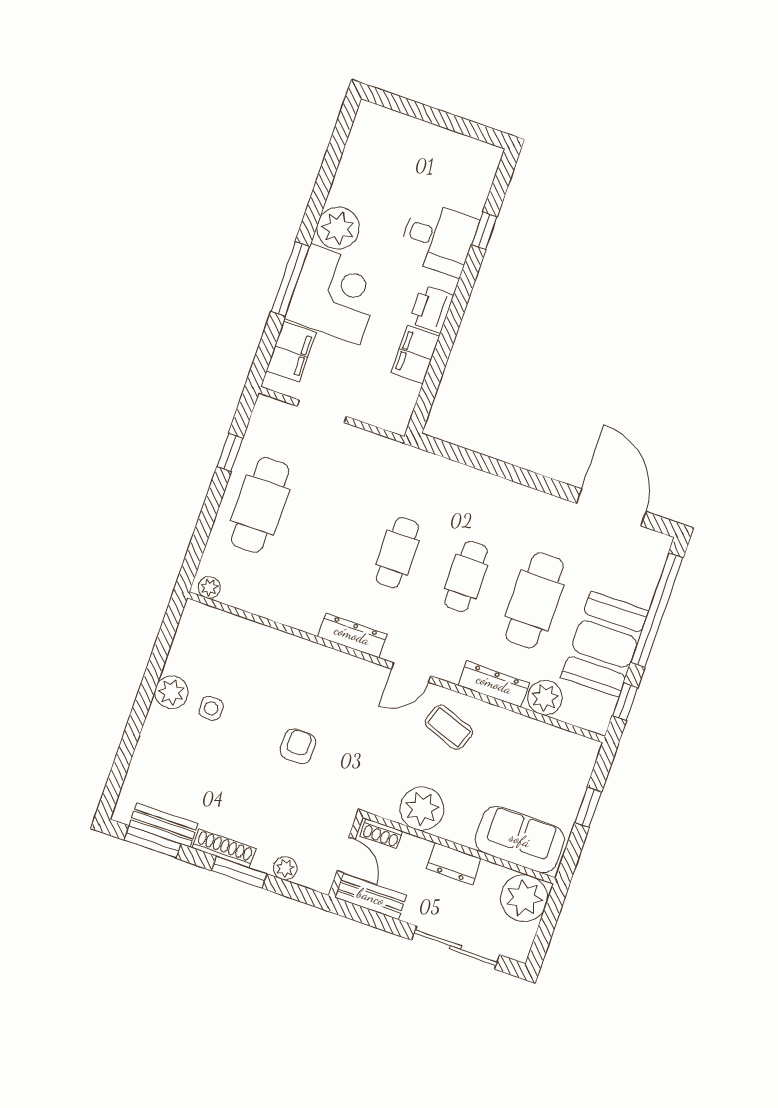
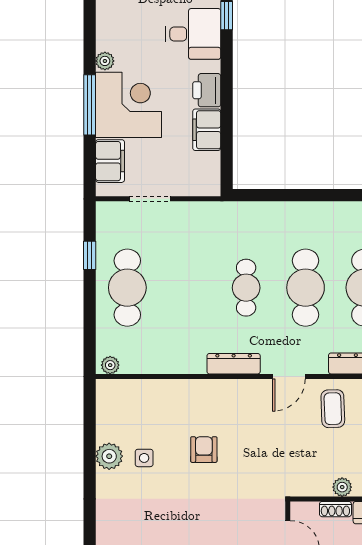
plant: (338, 228) -> (105, 61), width x0.53, depth x0.53
cafe table: (466, 577) -> (306, 288), width x1.37, depth x1.35
coffee table: (449, 727) -> (333, 409), turned 68
armchair: (298, 746) -> (204, 450), moved
plant: (422, 809) -> (342, 487), width x0.53, depth x0.53
shoe rack: (381, 834) -> (335, 509), moved

